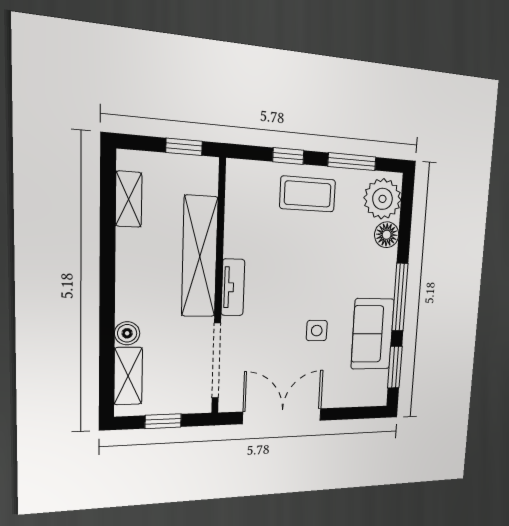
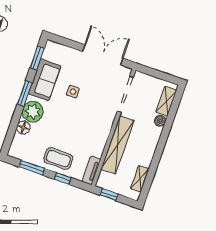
plant: (383, 199) -> (33, 112), moved
tv unit: (233, 287) -> (91, 170), moved
window: (400, 297) -> (25, 94), width x0.69
double door: (282, 416) -> (103, 55), swing flipped
window: (163, 421) -> (158, 74), removed

